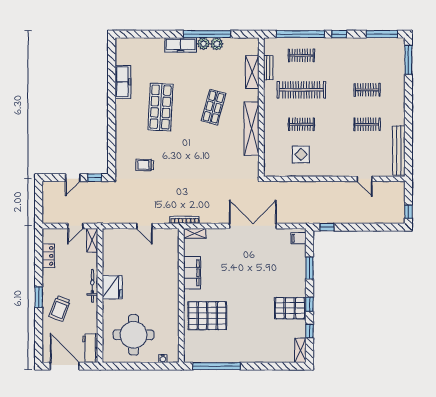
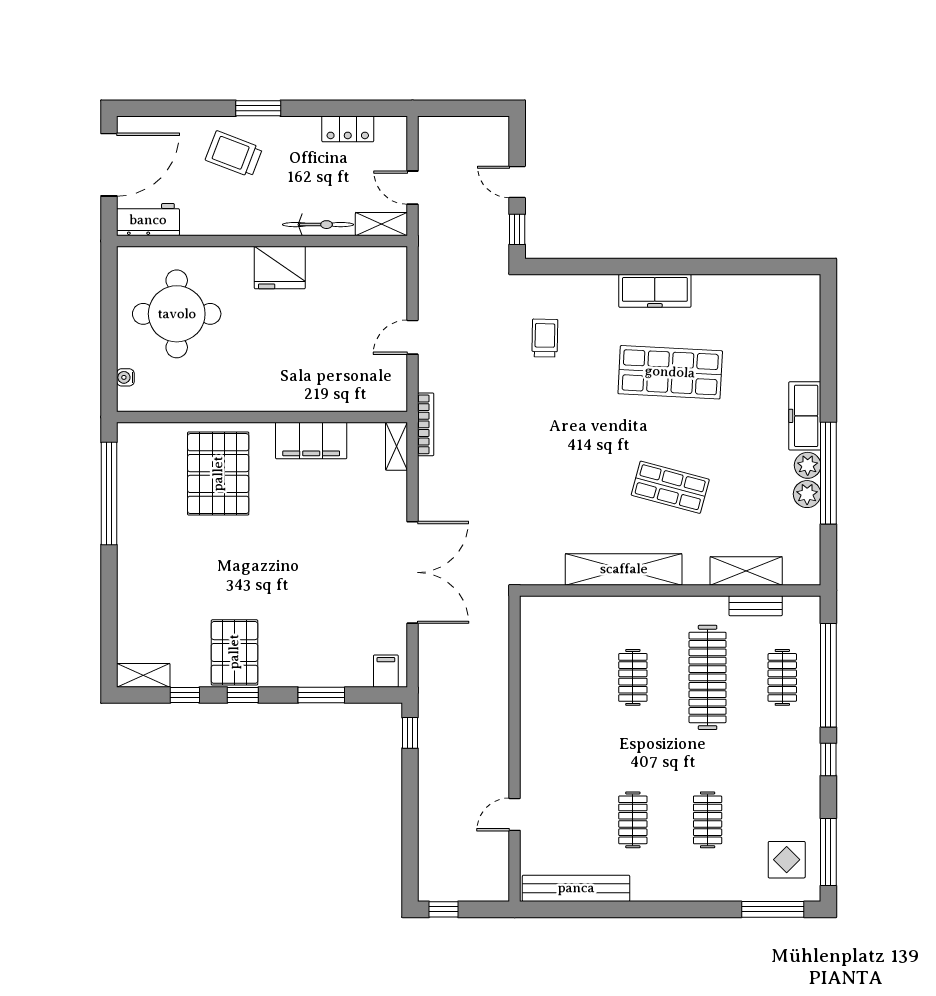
freezer: (123, 82) -> (655, 291), moved
display table: (301, 154) -> (787, 860), moved
bicycle: (92, 286) -> (318, 225), moved

